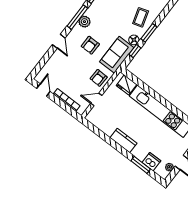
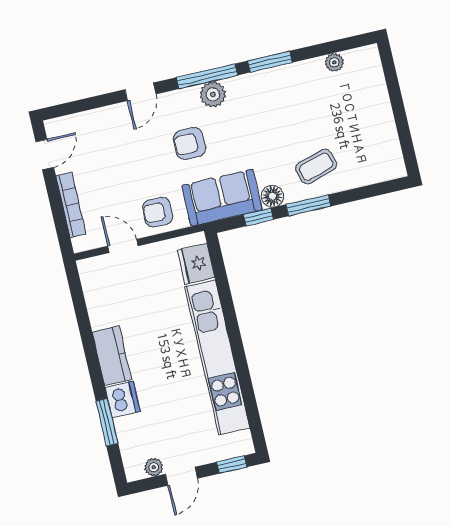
dishwasher: (151, 162) -> (123, 399), moved

